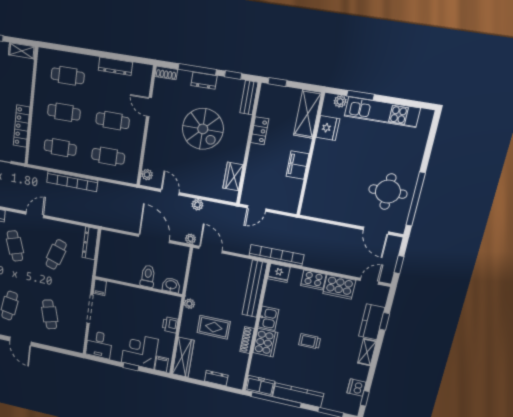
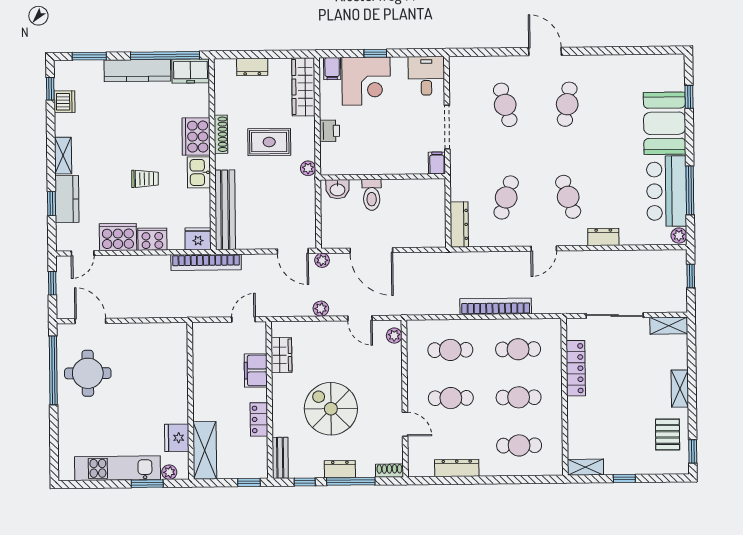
filing cabinet: (297, 165) -> (256, 370), moved, turned 180
trolley: (310, 341) -> (145, 179), moved

